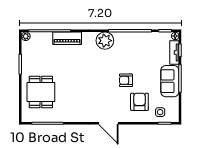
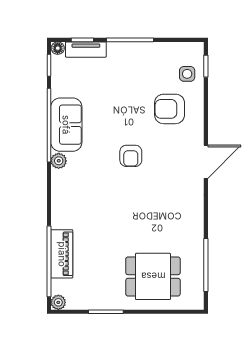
piano: (67, 38) -> (62, 254), moved
plant: (105, 41) -> (59, 161), width x0.53, depth x0.53
armchair: (126, 80) -> (131, 156), moved
sofa: (170, 81) -> (66, 125), moved, turned -90

